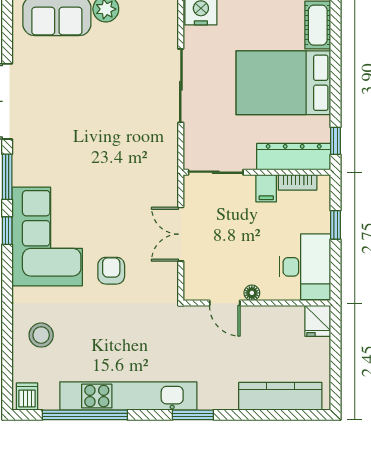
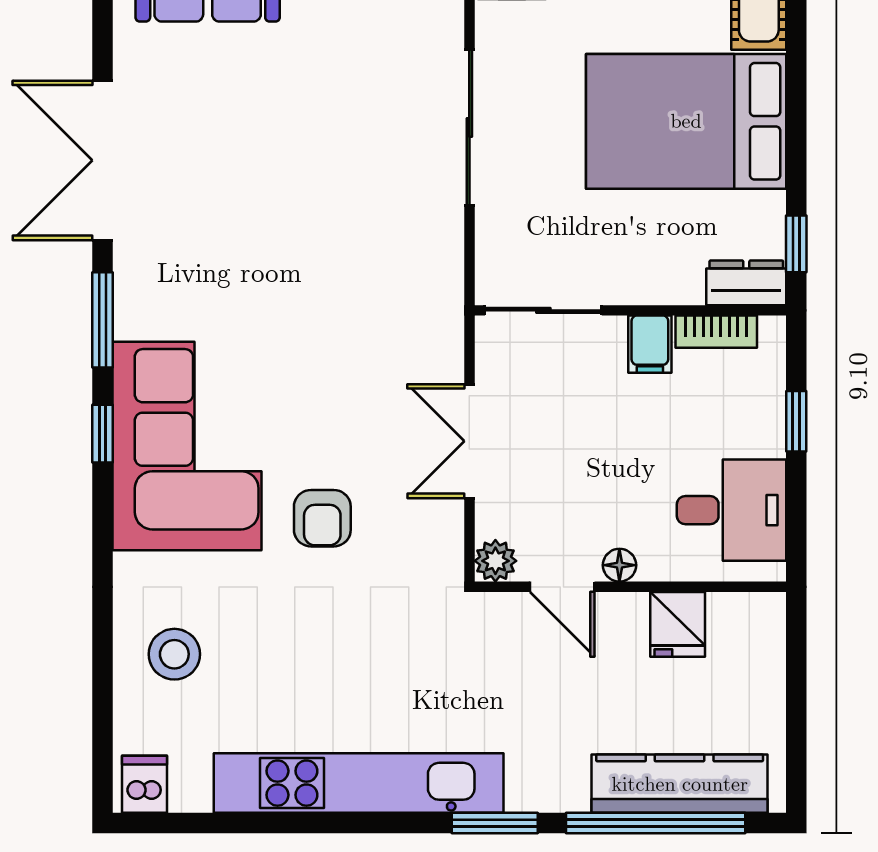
dresser: (294, 157) -> (746, 283), width x0.51, depth x0.80
desk: (305, 267) -> (732, 510), width x0.73
armchair: (111, 271) -> (322, 518), turned 180
plant: (193, 291) -> (495, 561), added
fridge: (318, 321) -> (678, 624), moved
window: (85, 415) -> (656, 823), moved

